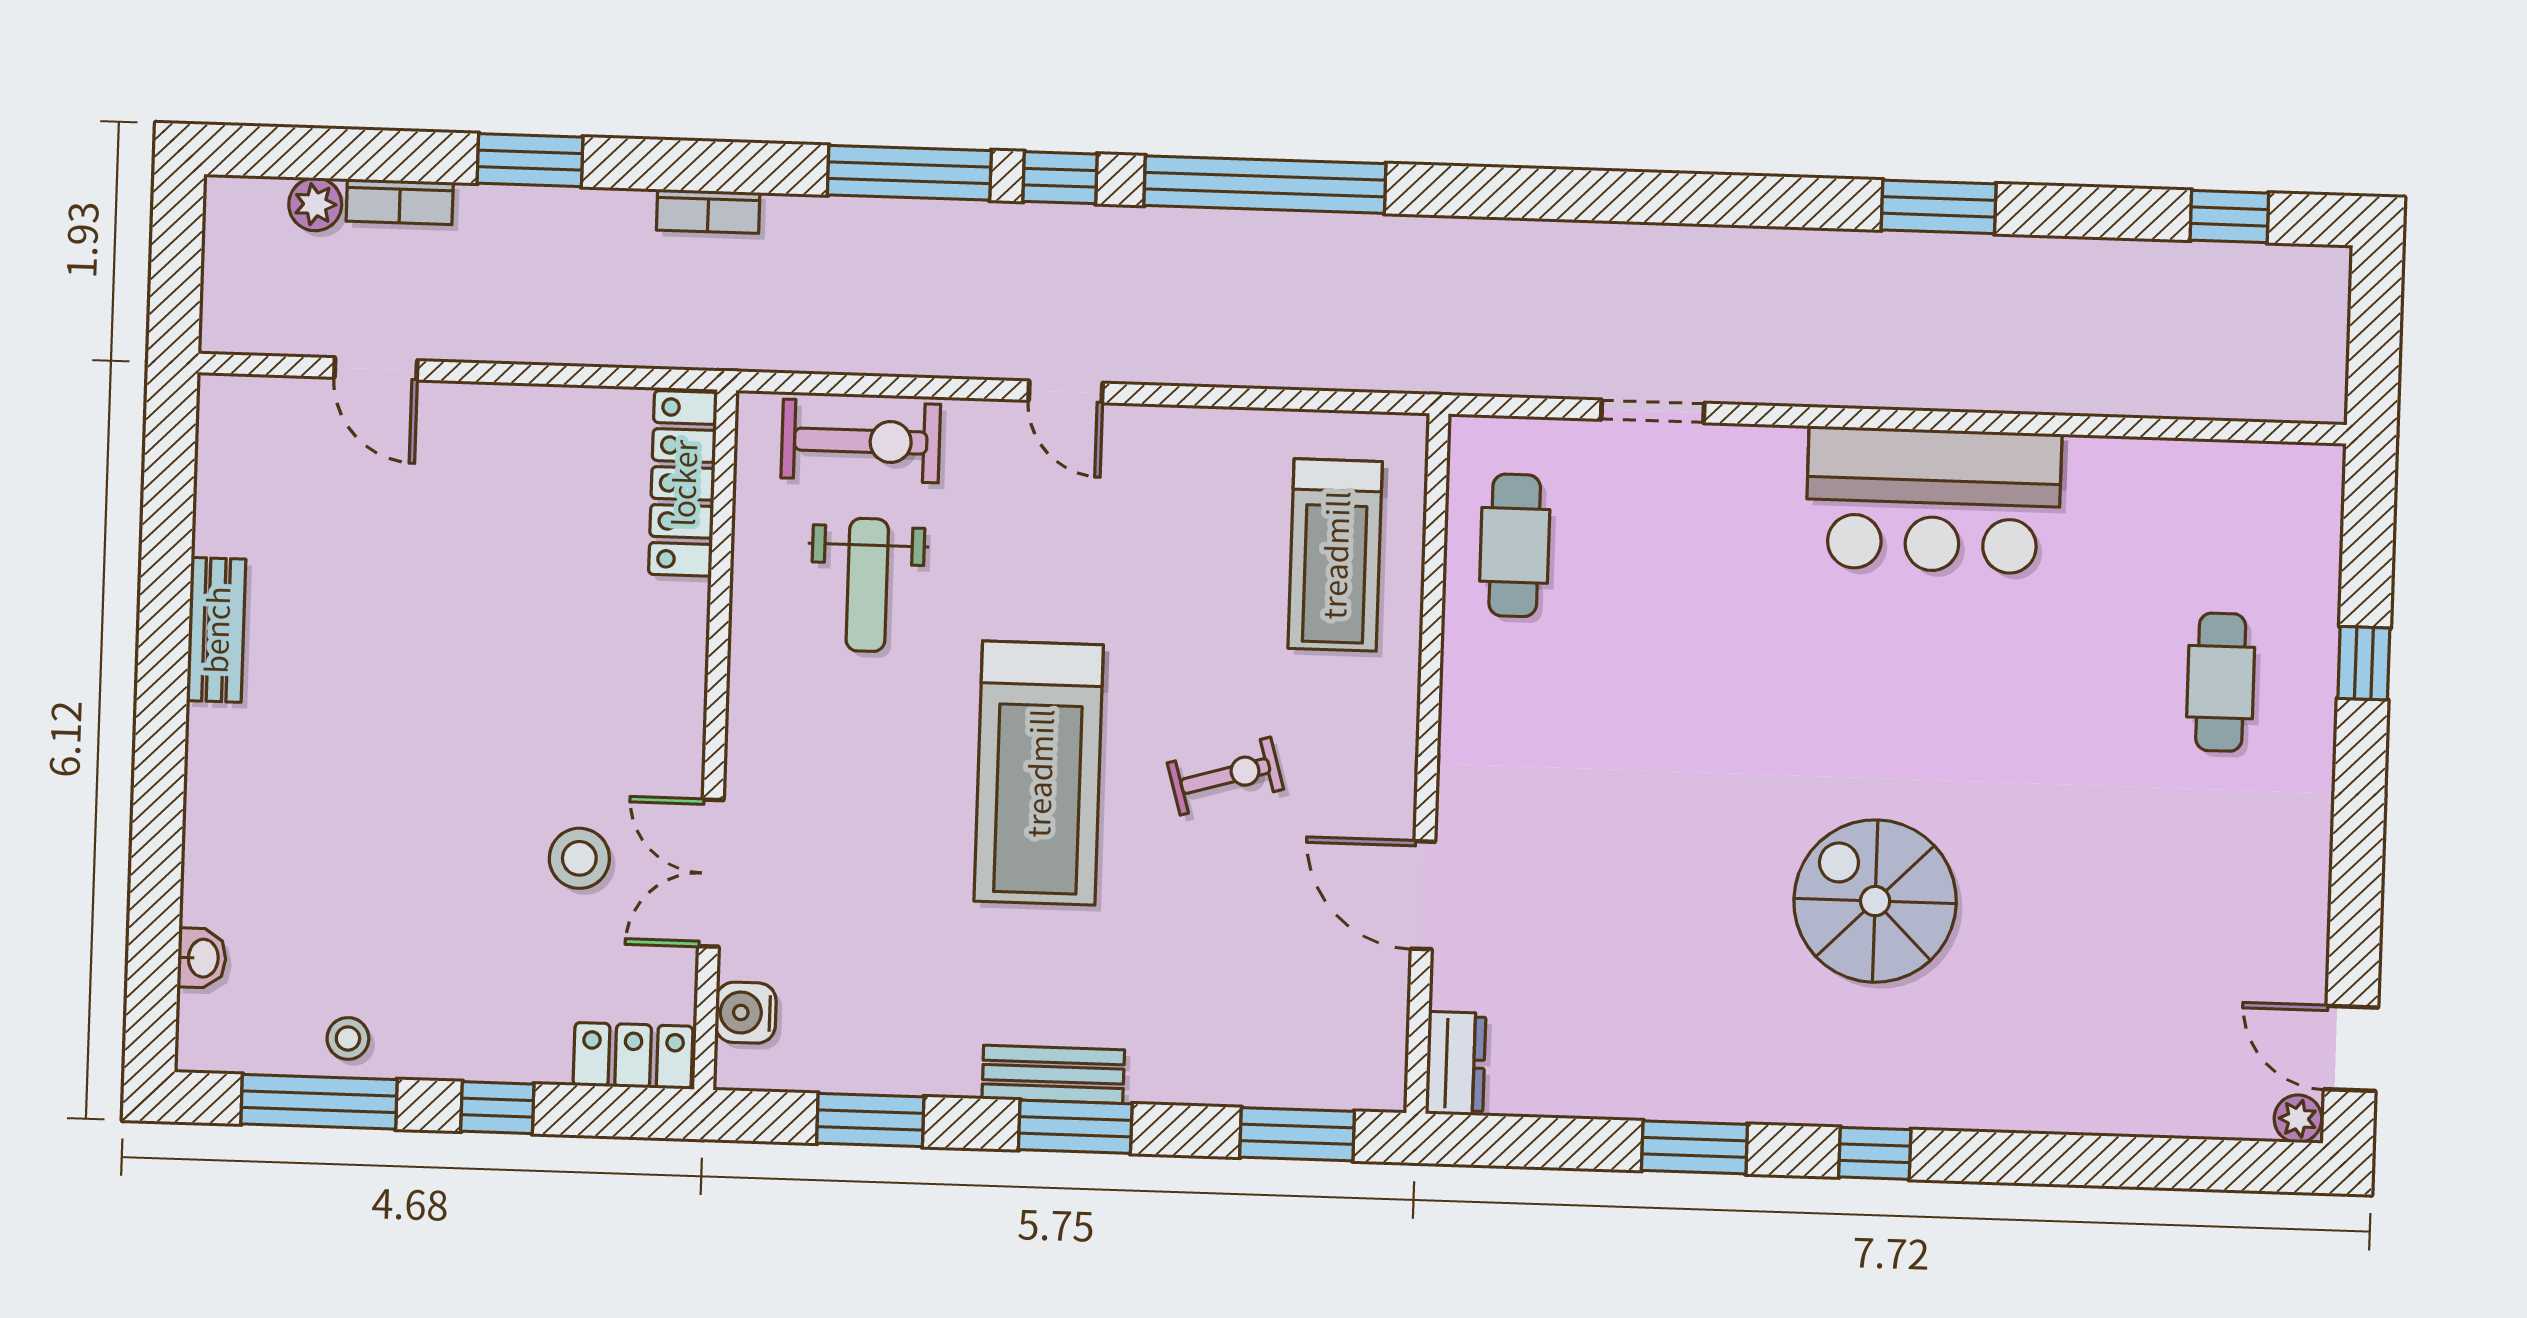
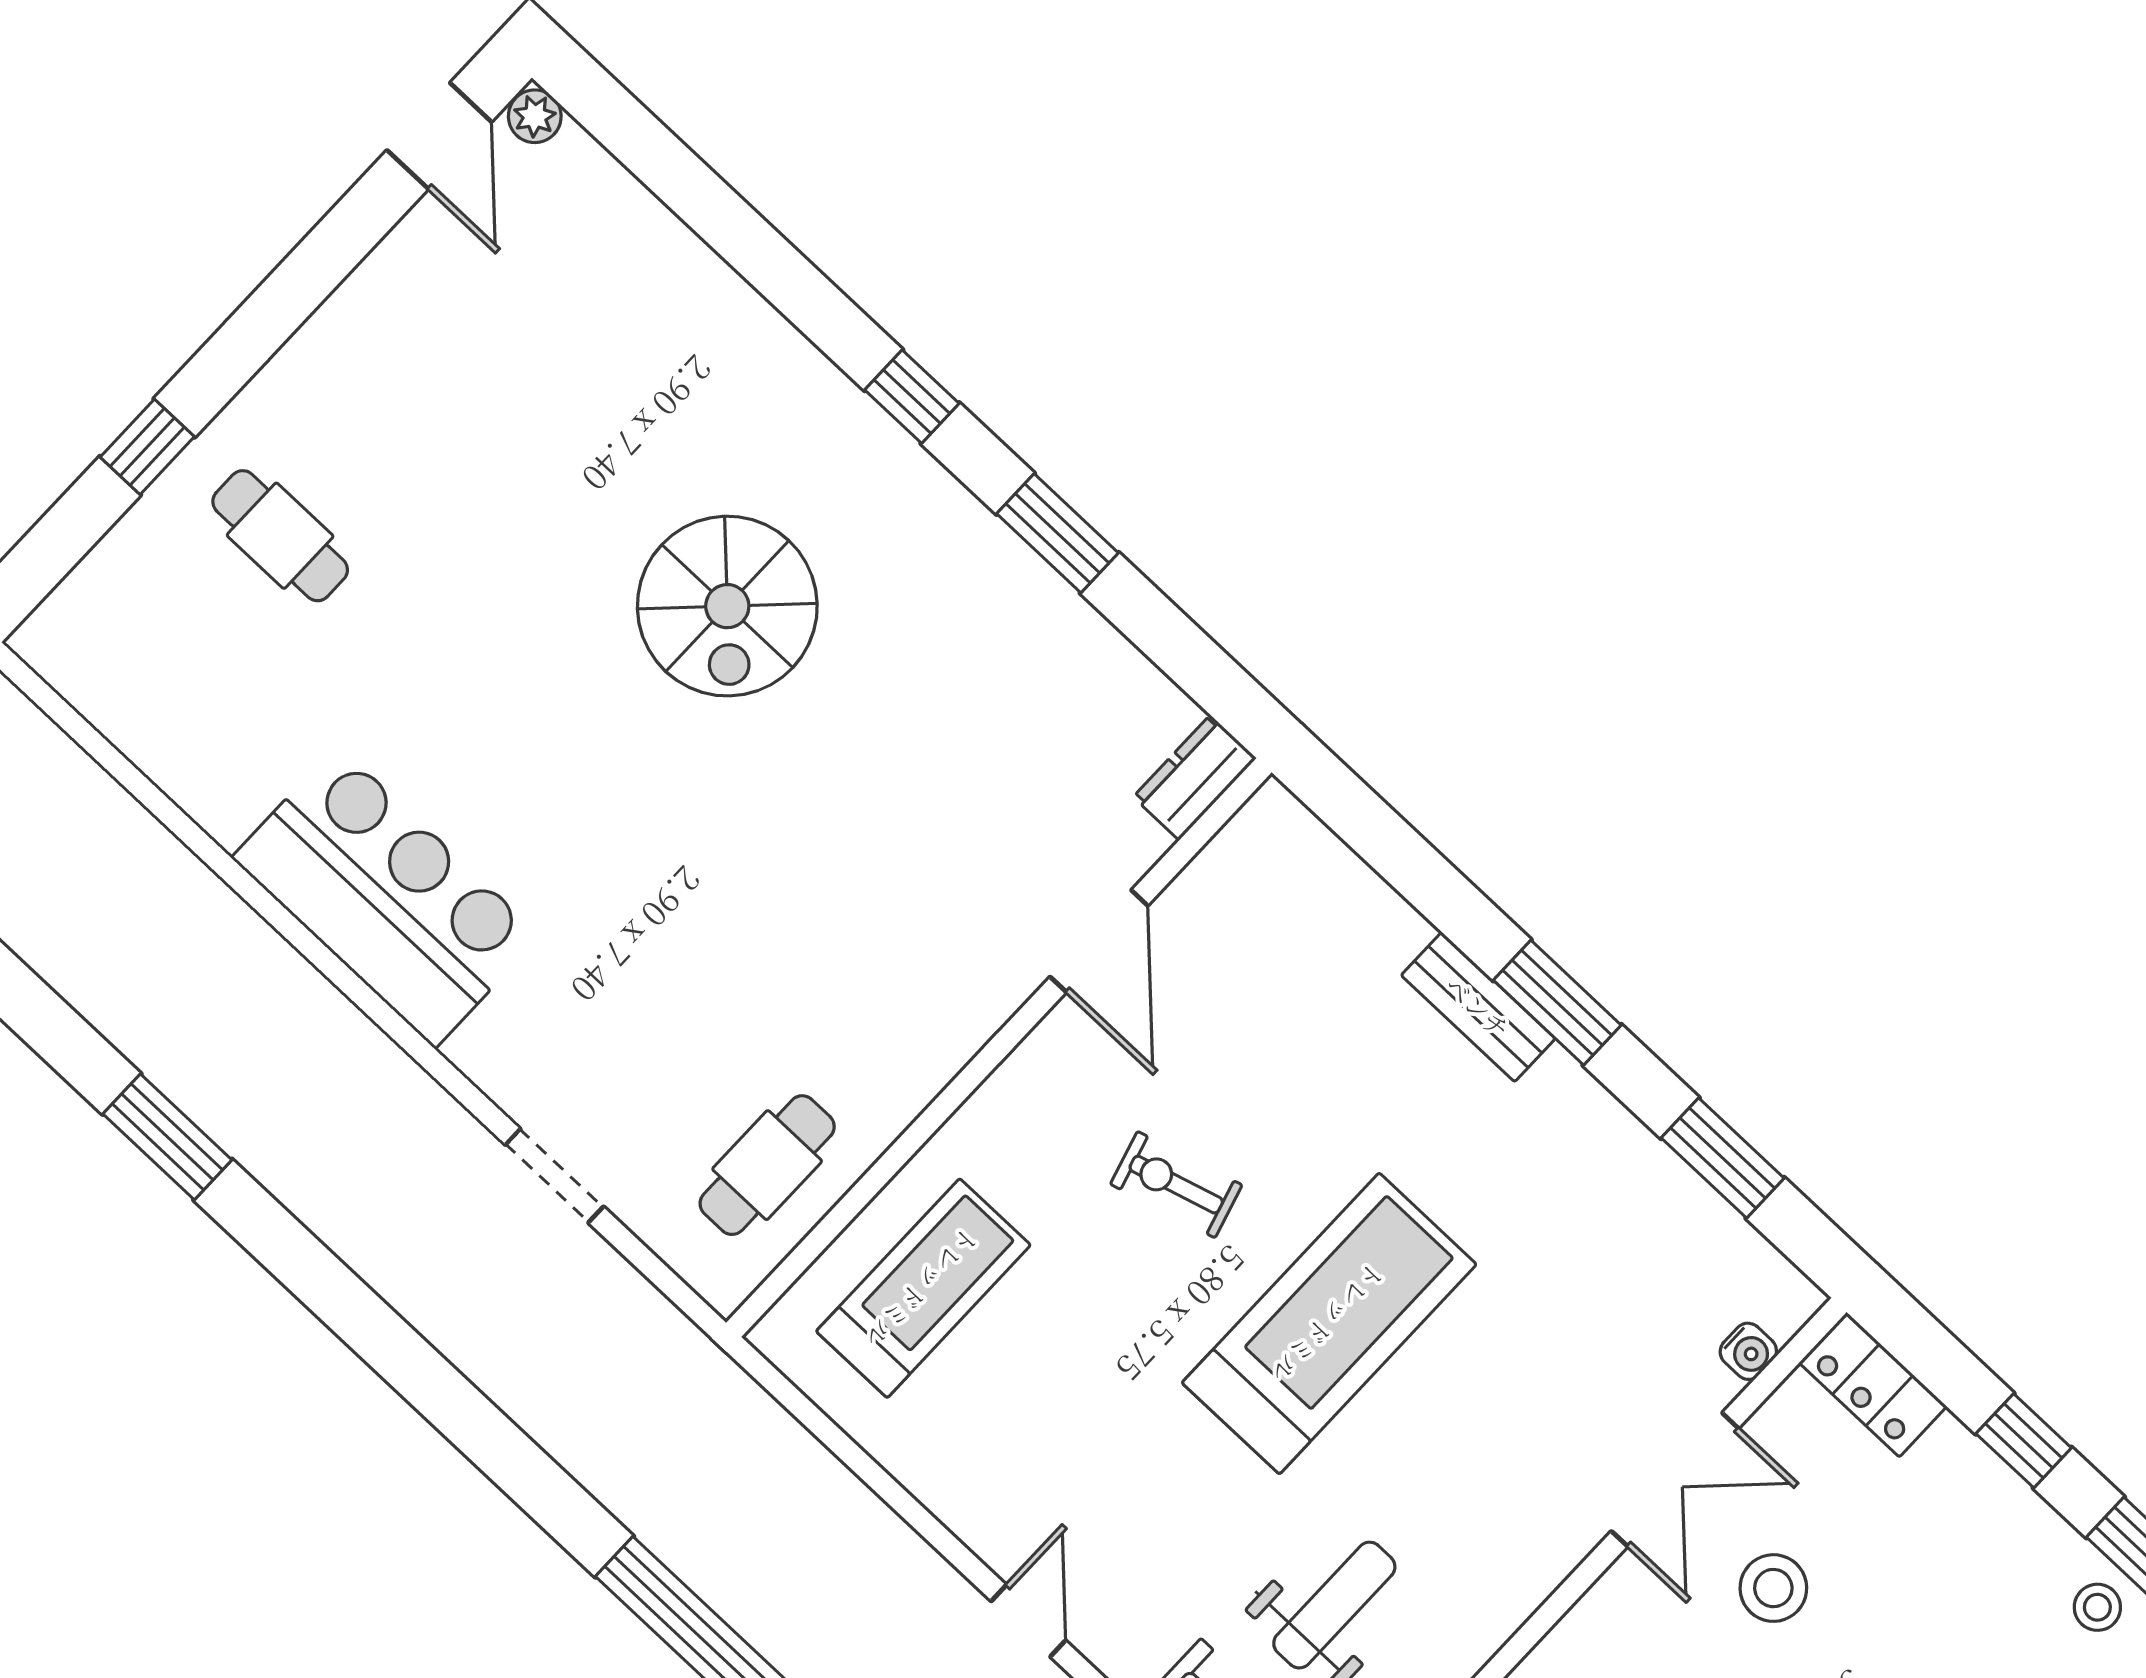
cafe table: (2221, 682) -> (280, 536), turned 90
water cooler: (746, 1013) -> (1748, 1351), width x0.72, depth x0.72
bench: (1053, 1074) -> (1478, 1007), moved
window: (1297, 1134) -> (1378, 834), removed

